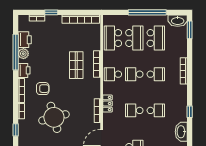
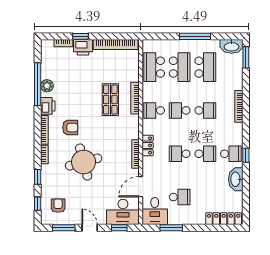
window: (147, 12) -> (195, 36), width x0.68
printer: (25, 40) -> (83, 47), moved, turned 90
school desk: (177, 110) -> (231, 154), added

